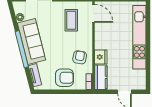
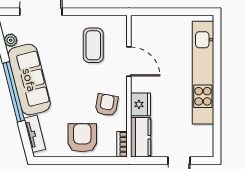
door: (93, 13) -> (129, 62), moved
armchair: (64, 78) -> (82, 138), turned -90

